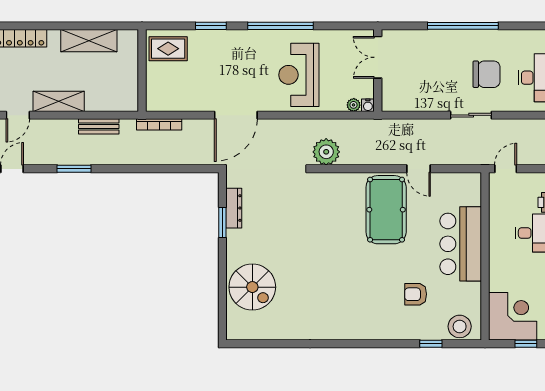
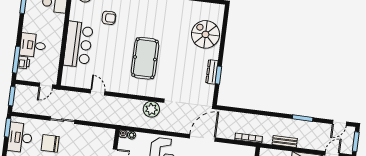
dresser: (234, 208) -> (212, 72), moved
pool table: (386, 210) -> (145, 58), moved

